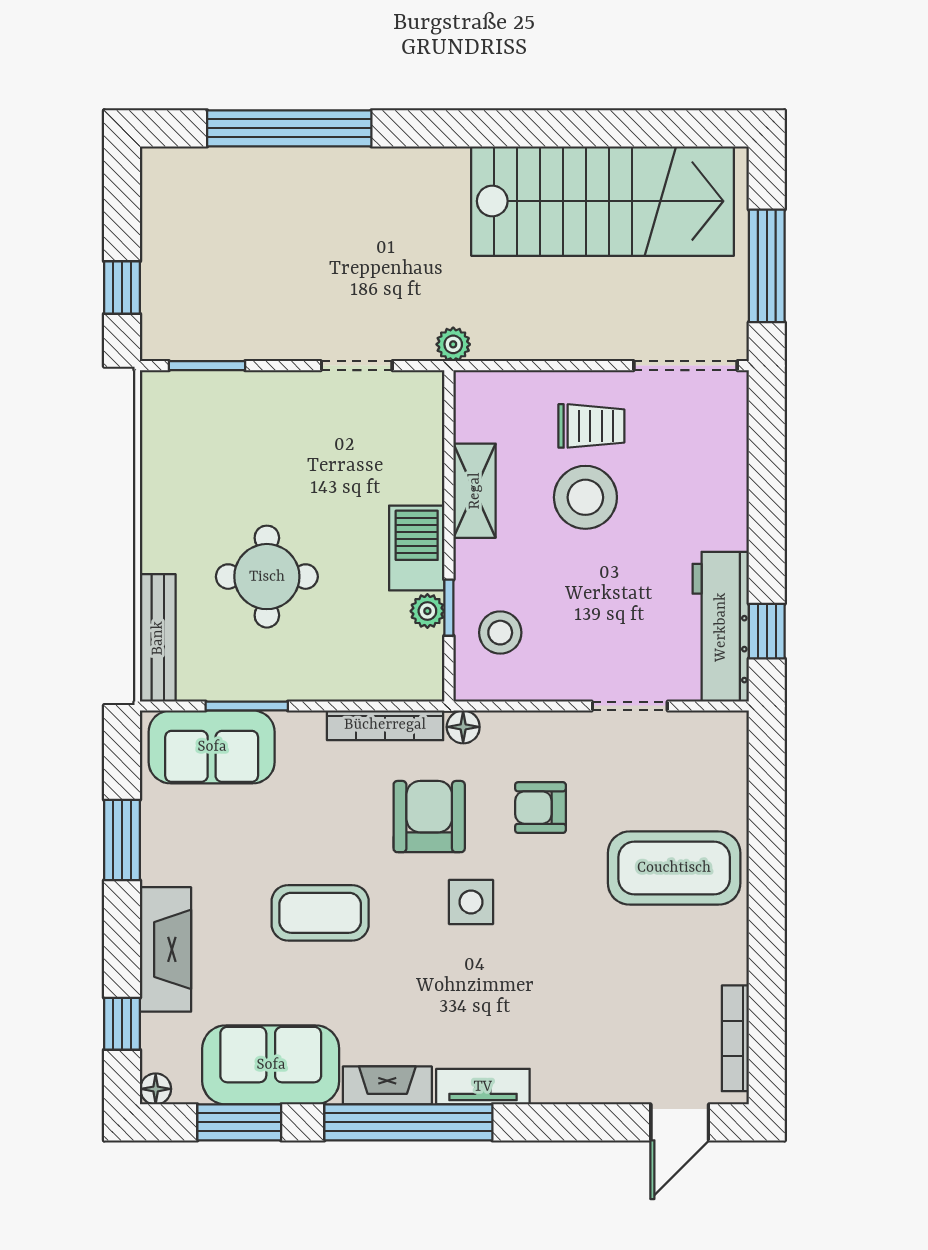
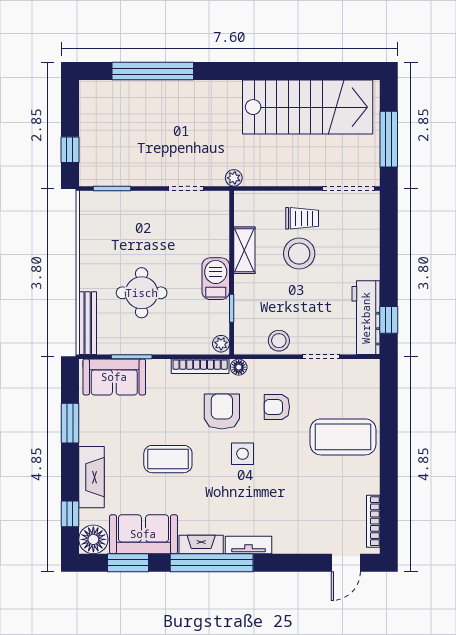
plant: (427, 611) -> (221, 344), moved
stool: (500, 633) -> (279, 341), moved
floor lamp: (156, 1089) -> (93, 539), width x1.89, depth x1.89

